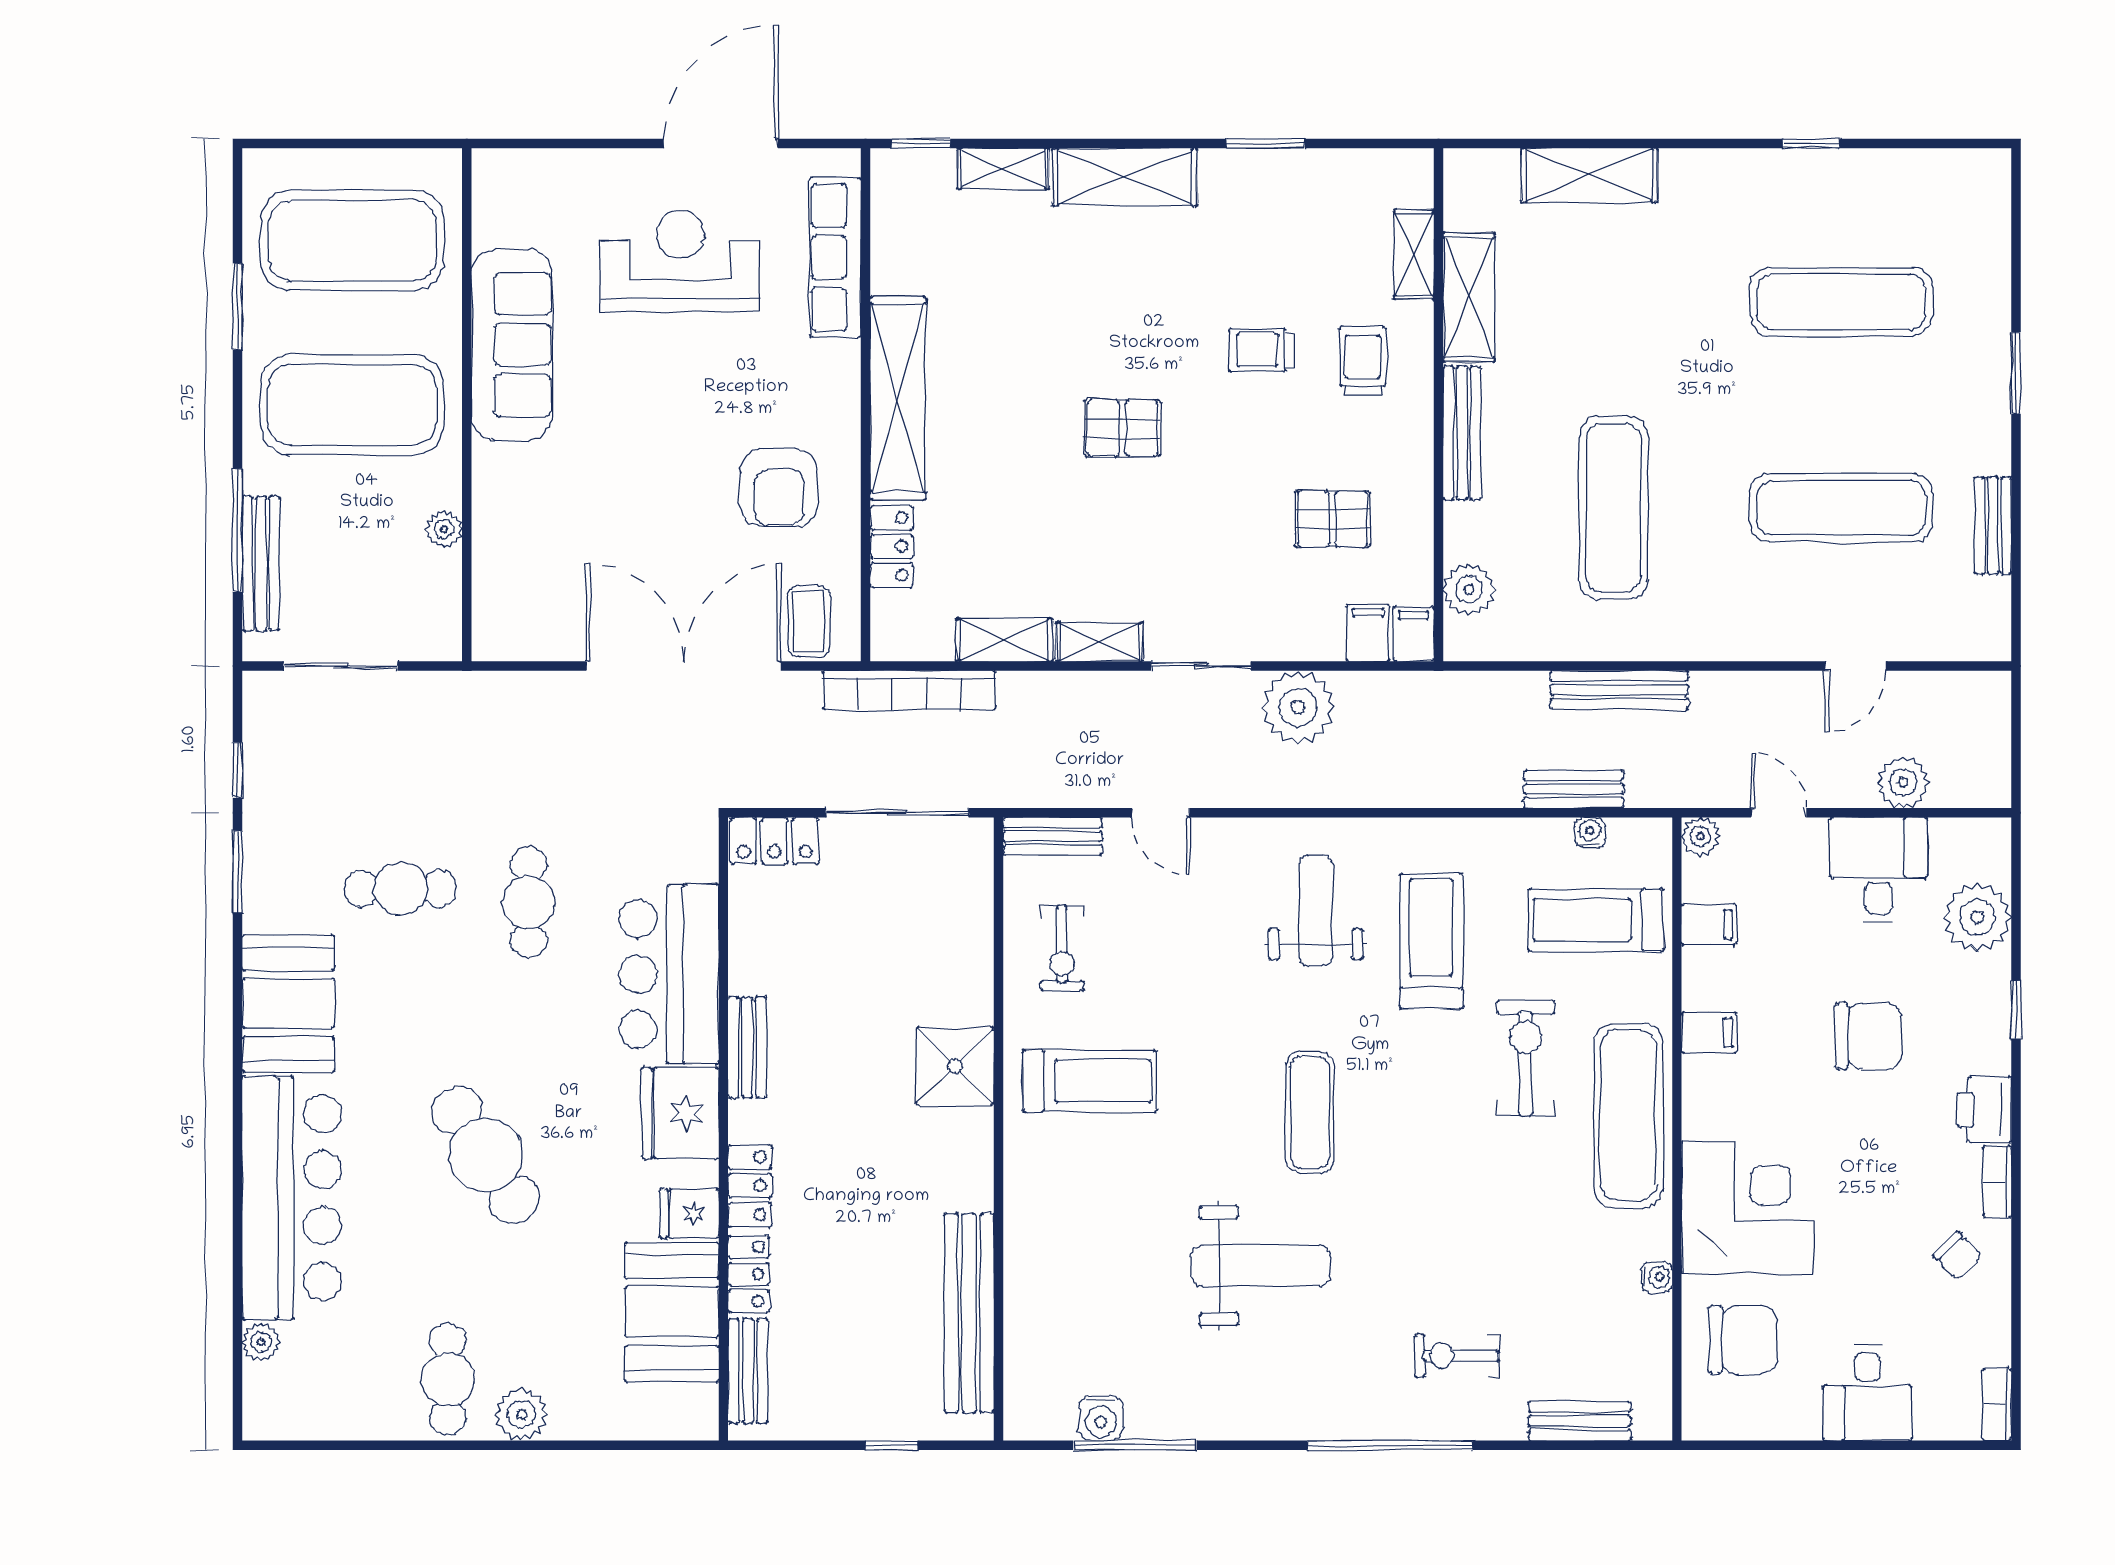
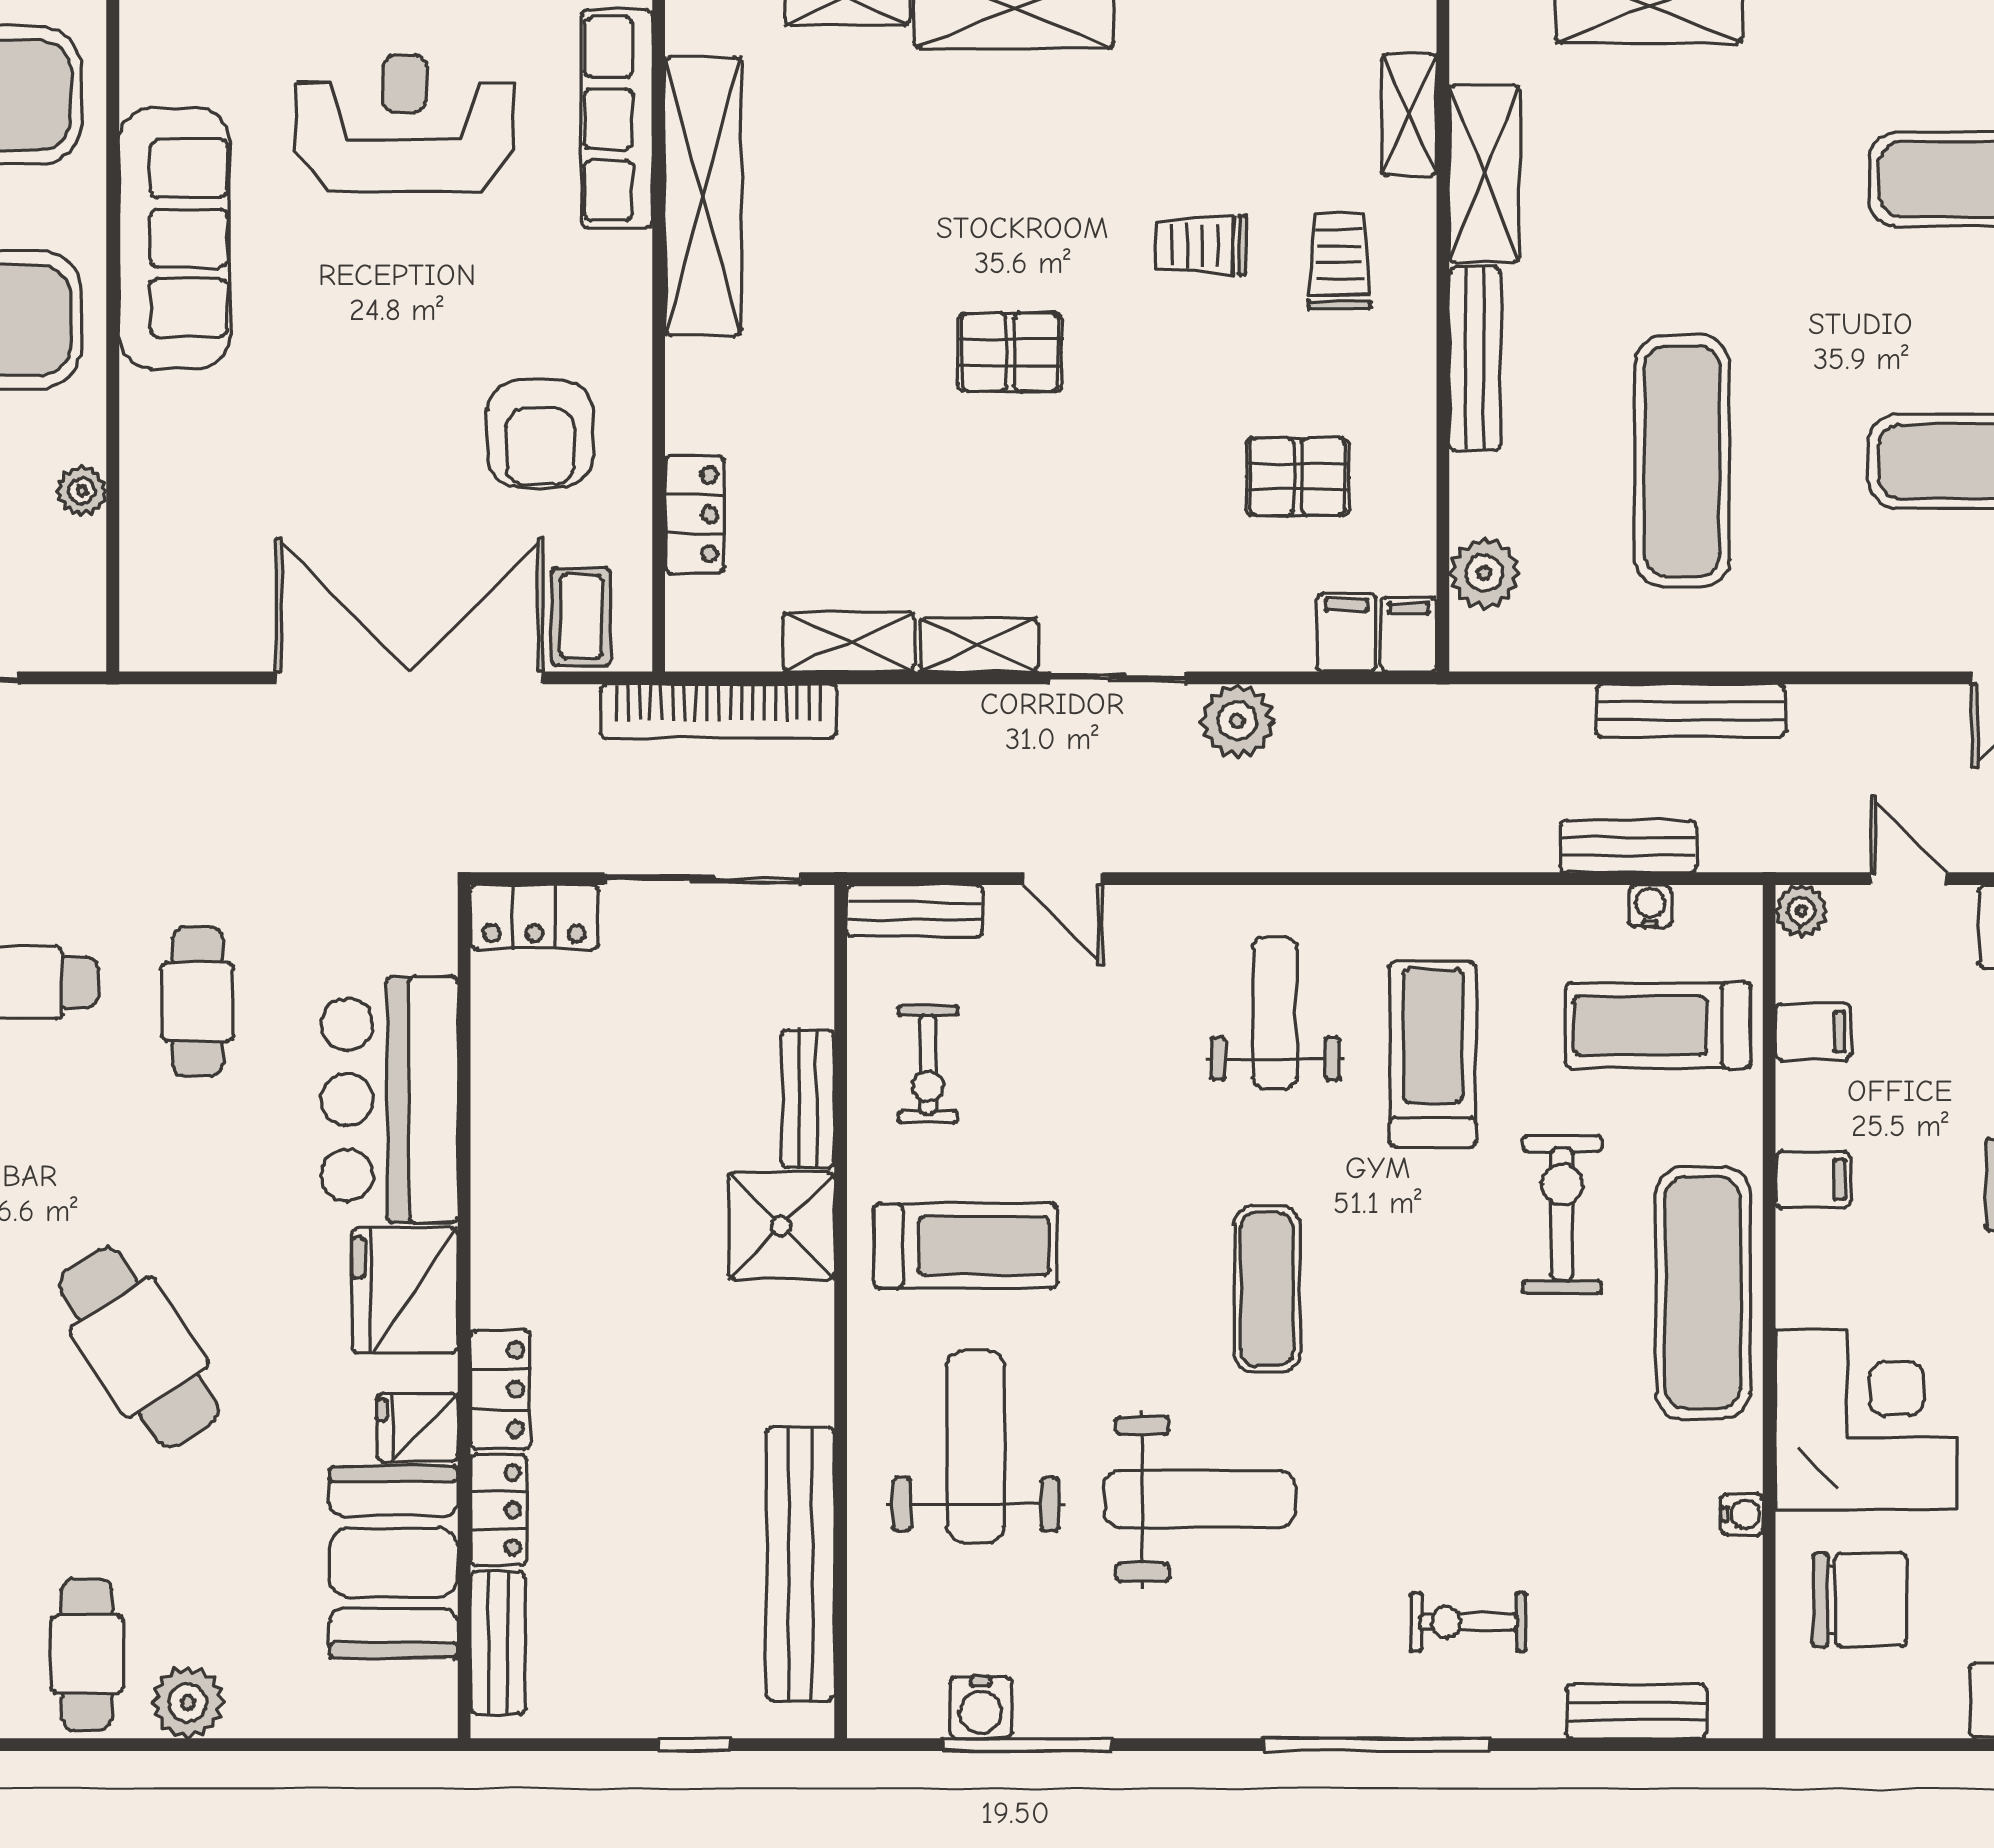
shelving: (898, 398) -> (703, 196), moved
plant: (1298, 707) -> (1237, 721), width x0.73, depth x0.73
bench: (747, 1047) -> (808, 1099), moved
weight bench: (1097, 1228) -> (976, 1447), added

